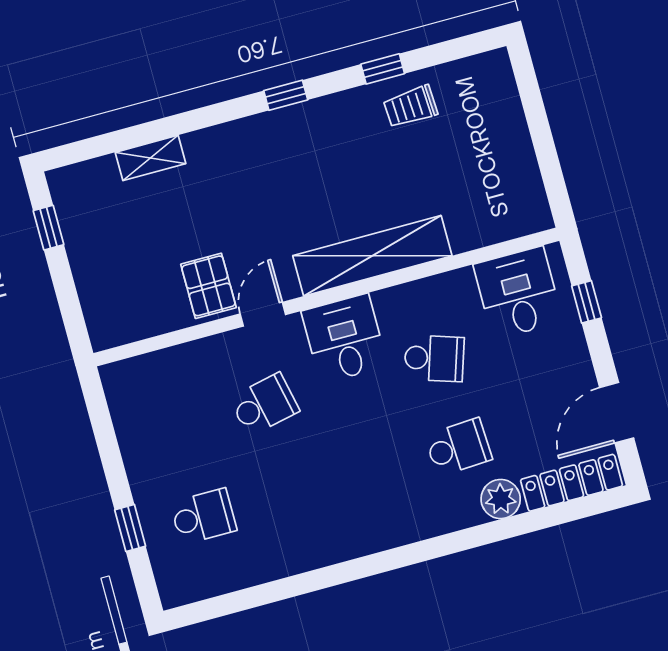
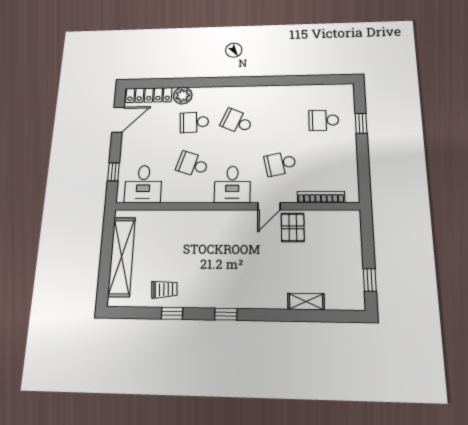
shelving: (372, 256) -> (122, 256), moved, turned 90
bookcase: (171, 358) -> (321, 197), added
school desk: (373, 470) -> (237, 122), added

